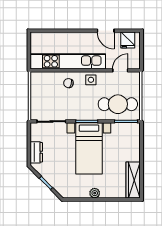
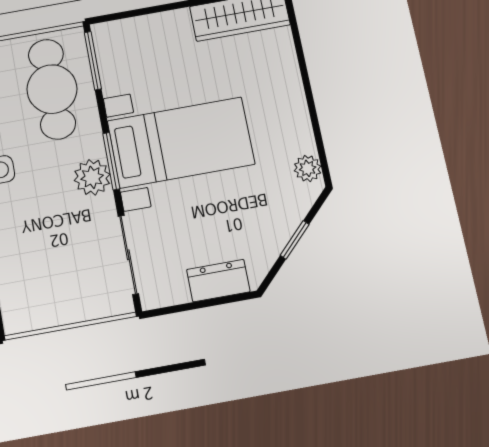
chair: (68, 83) -> (19, 227), removed
plant: (82, 113) -> (92, 177), added
plant: (95, 193) -> (308, 168), moved

